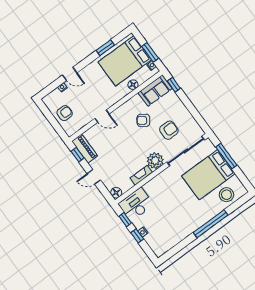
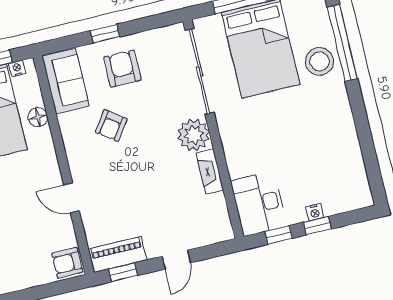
window: (174, 85) -> (105, 34), moved
armchair: (65, 113) -> (67, 263), moved, turned -90
door: (102, 116) -> (72, 198), swing flipped
armchair: (169, 130) -> (122, 69), moved
floor lamp: (116, 193) -> (222, 231), removed
stool: (226, 195) -> (320, 61), moved
window: (211, 224) -> (342, 43), moved

